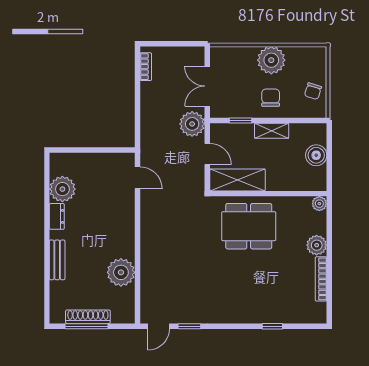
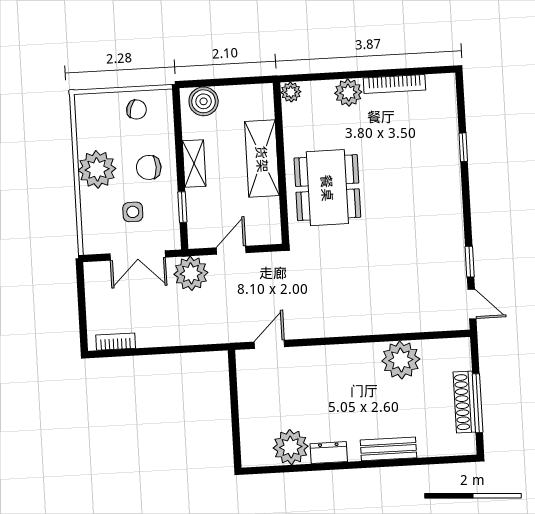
side table: (239, 84) -> (133, 212), added
boiler: (316, 155) -> (204, 101), moved
shelving: (238, 180) -> (262, 159), moved

